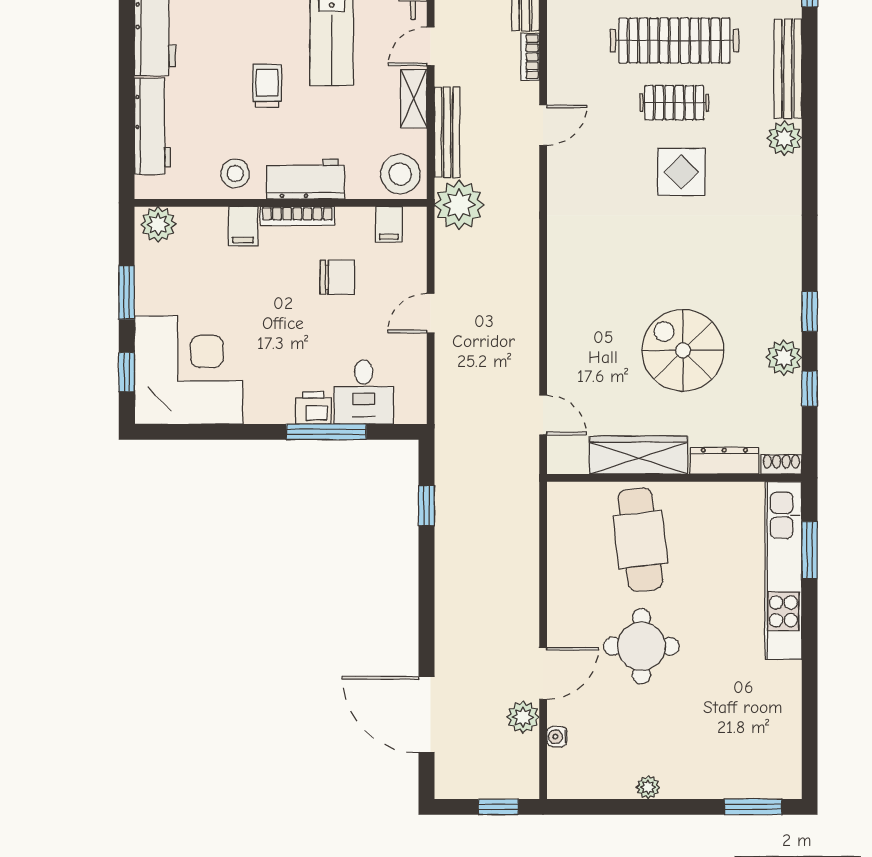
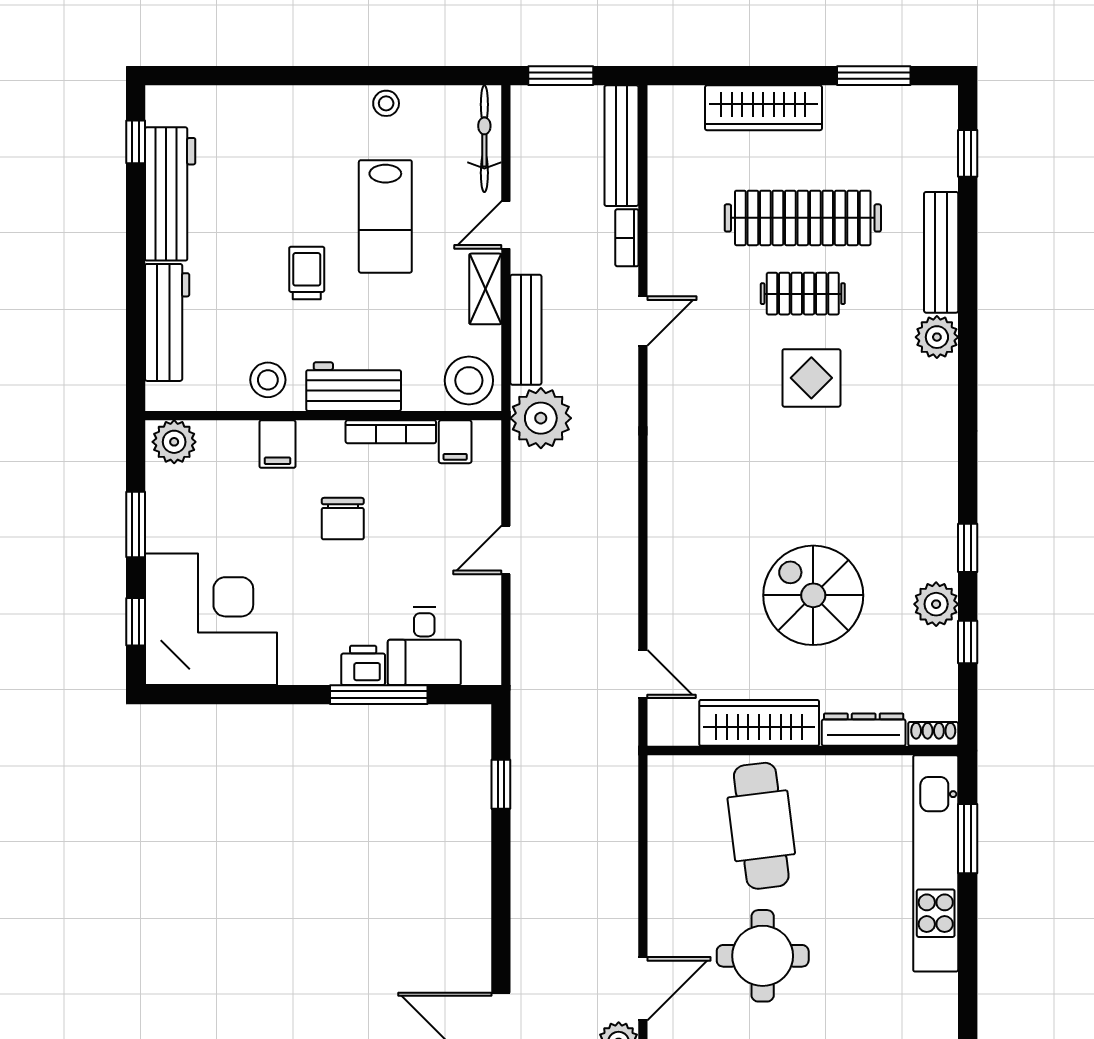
bookcase: (297, 216) -> (391, 432), moved
chair: (337, 277) -> (343, 519), moved, turned 90

